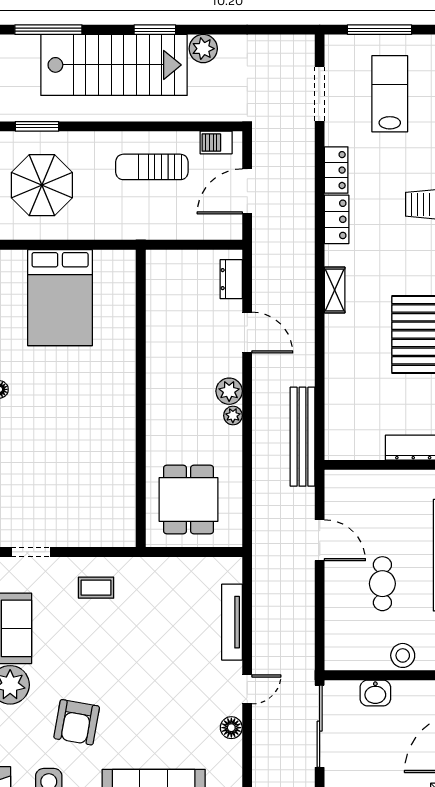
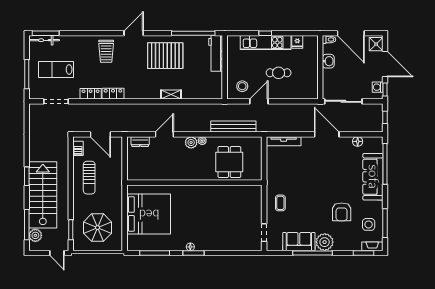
plant: (203, 49) -> (35, 235), moved
shelving: (335, 290) -> (171, 94), moved
bed: (60, 298) -> (149, 214), width x1.36
bench: (302, 437) -> (233, 127), moved
dining table: (189, 499) -> (229, 162), moved, turned 90
tv unit: (232, 622) -> (284, 141), moved
stool: (403, 655) -> (242, 86), moved
door: (247, 689) -> (327, 134), width x1.87
washbasin: (375, 693) -> (328, 61), moved
armchair: (77, 722) -> (342, 212), turned 80
floor lamp: (231, 728) -> (358, 141), moved

